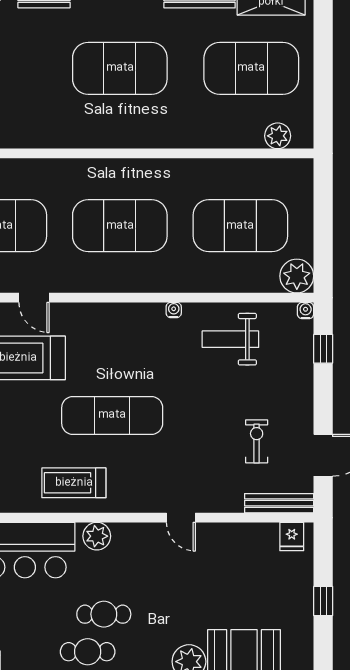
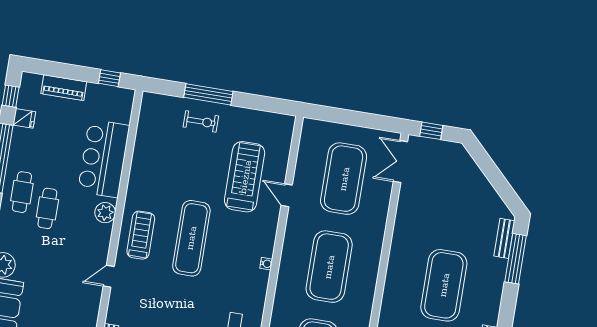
door: (34, 298) -> (287, 195), hinge flipped
water cooler: (174, 310) -> (266, 264), moved
treadmill: (74, 483) -> (141, 235), moved

